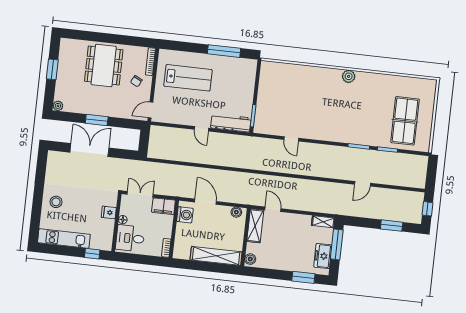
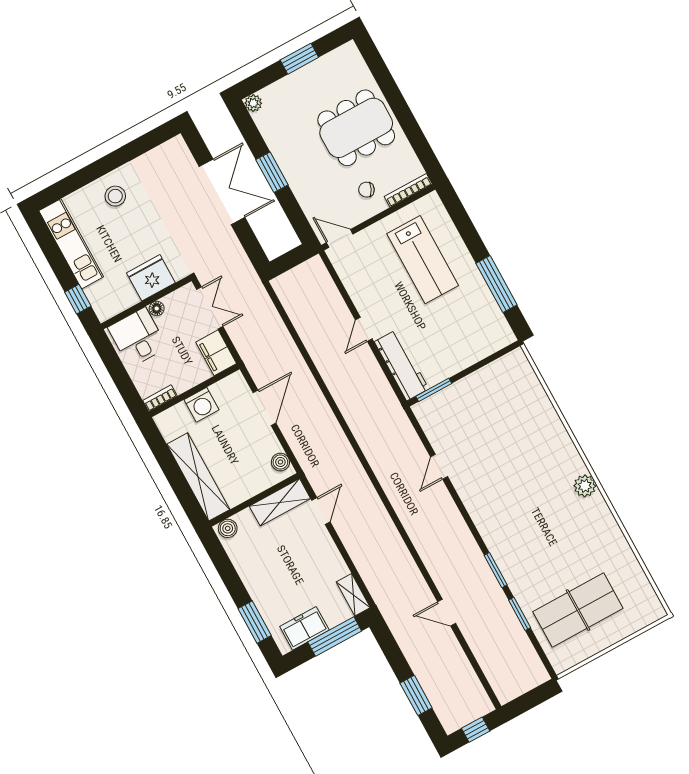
fridge: (109, 212) -> (151, 278), width x1.88, depth x1.34
washing machine: (185, 215) -> (201, 405), moved

